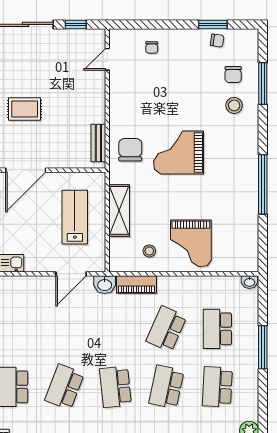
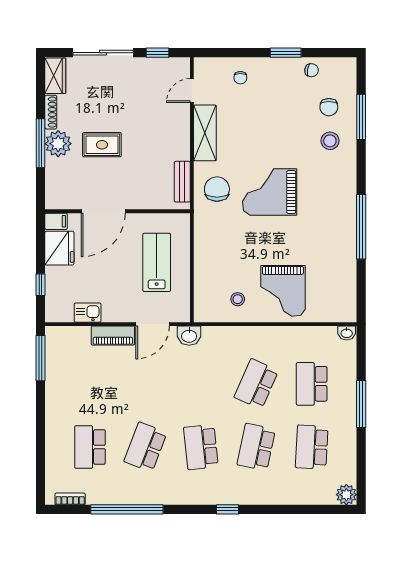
window: (213, 24) -> (286, 53), moved
shelving: (119, 210) -> (205, 133), moved
piano: (136, 284) -> (113, 336), moved

